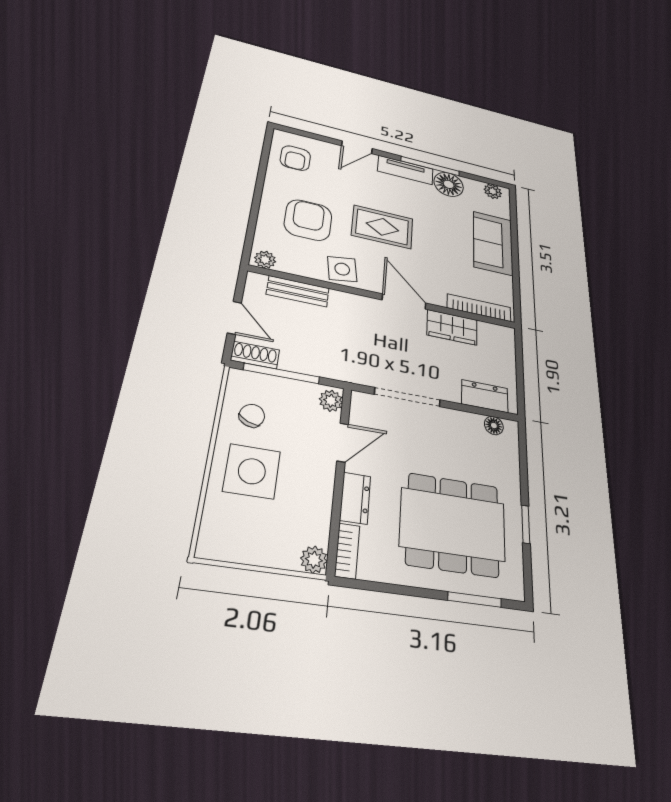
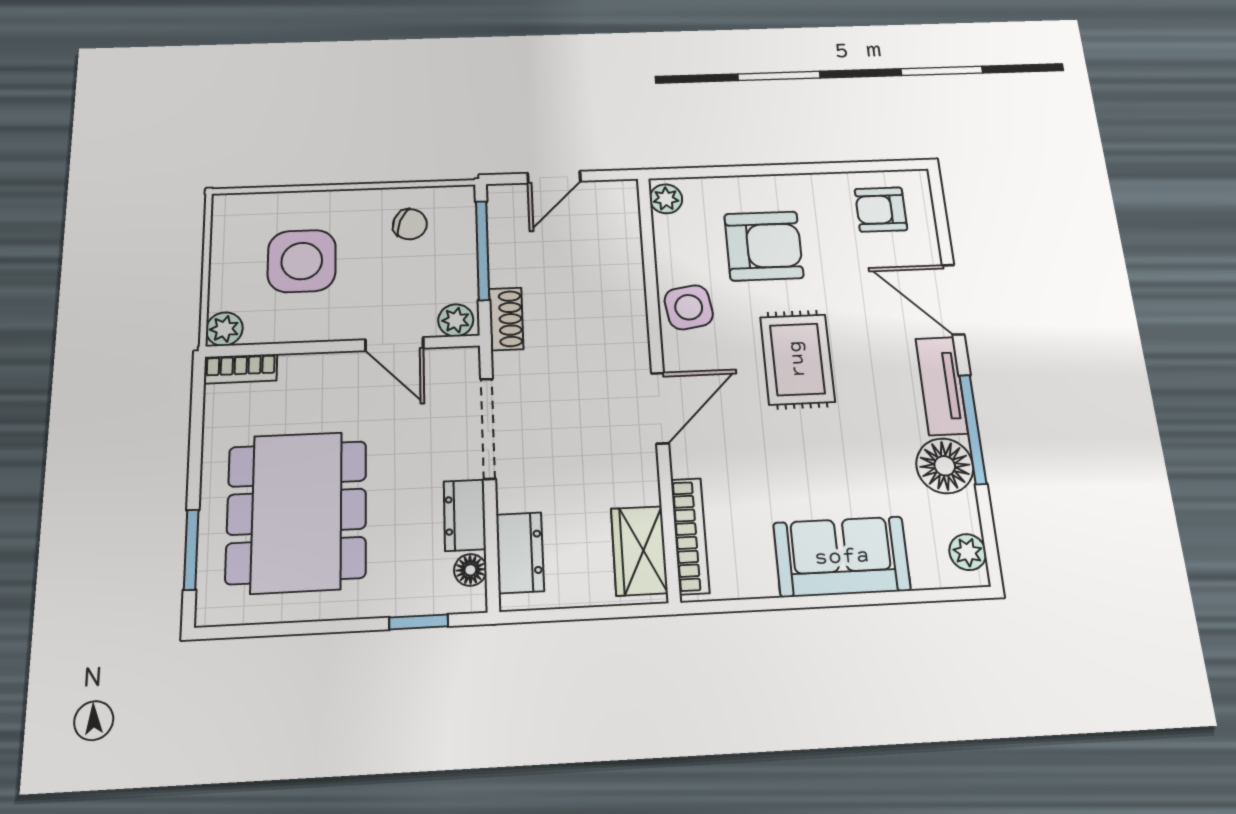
door: (357, 147) -> (953, 300), width x1.38
bench: (298, 291) -> (626, 251), removed
wardrobe: (452, 327) -> (639, 551), moved
shoe rack: (255, 355) -> (506, 319), moved
side table: (252, 471) -> (302, 261), moved
dresser: (355, 498) -> (465, 515), moved, turned 90
window: (526, 524) -> (419, 622), moved

